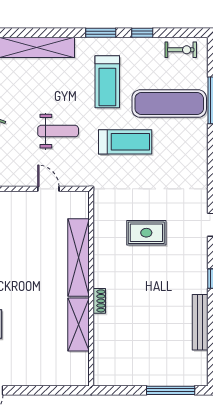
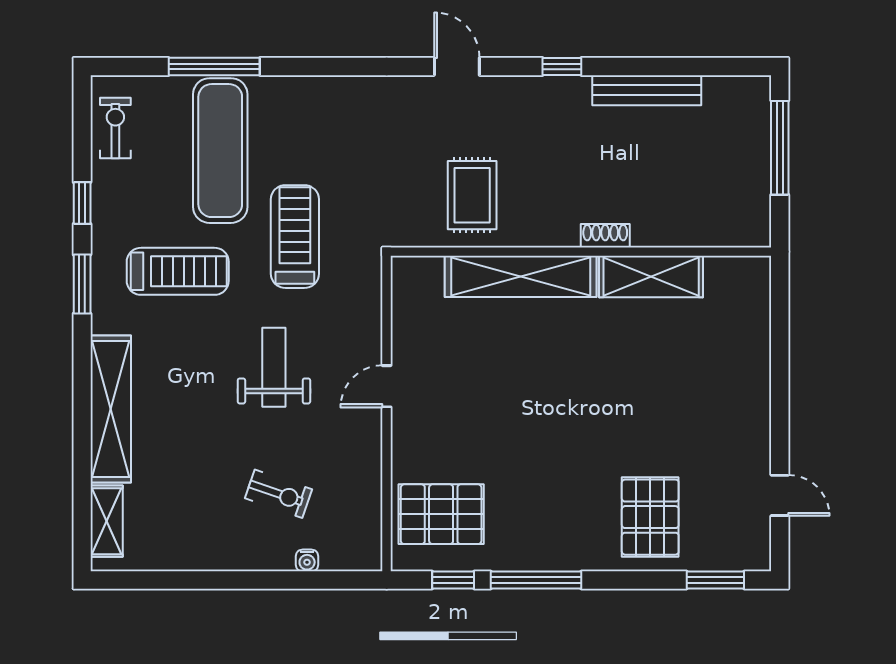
shelving: (78, 258) -> (521, 276), moved
wall: (91, 288) -> (581, 252), moved
shoe rack: (99, 301) -> (605, 236), moved
shelving: (78, 324) -> (651, 276), moved

